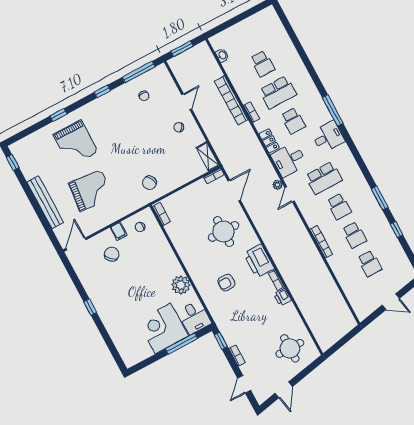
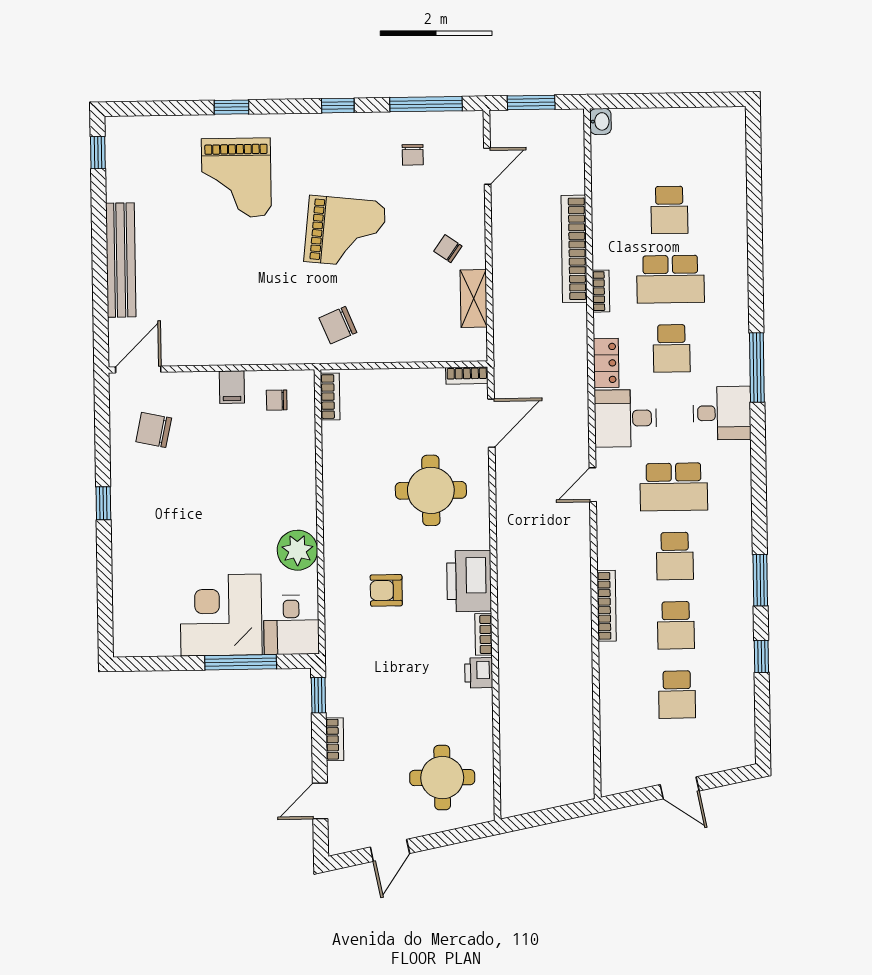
washbasin: (222, 55) -> (600, 121), moved
door: (187, 102) -> (487, 166), moved
shelving: (208, 157) -> (474, 299), moved
plant: (278, 185) -> (579, 455), removed
grand piano: (91, 191) -> (345, 232), moved
chair: (112, 254) -> (154, 430), moved, turned -123

